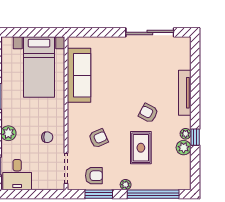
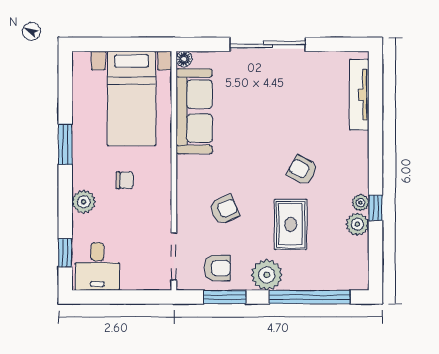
sliding door: (150, 32) -> (268, 44), moved
floor lamp: (73, 42) -> (184, 59), added
tv unit: (185, 93) -> (359, 95), moved
chair: (47, 137) -> (125, 180), moved
plant: (126, 185) -> (267, 275), width x1.88, depth x1.88

